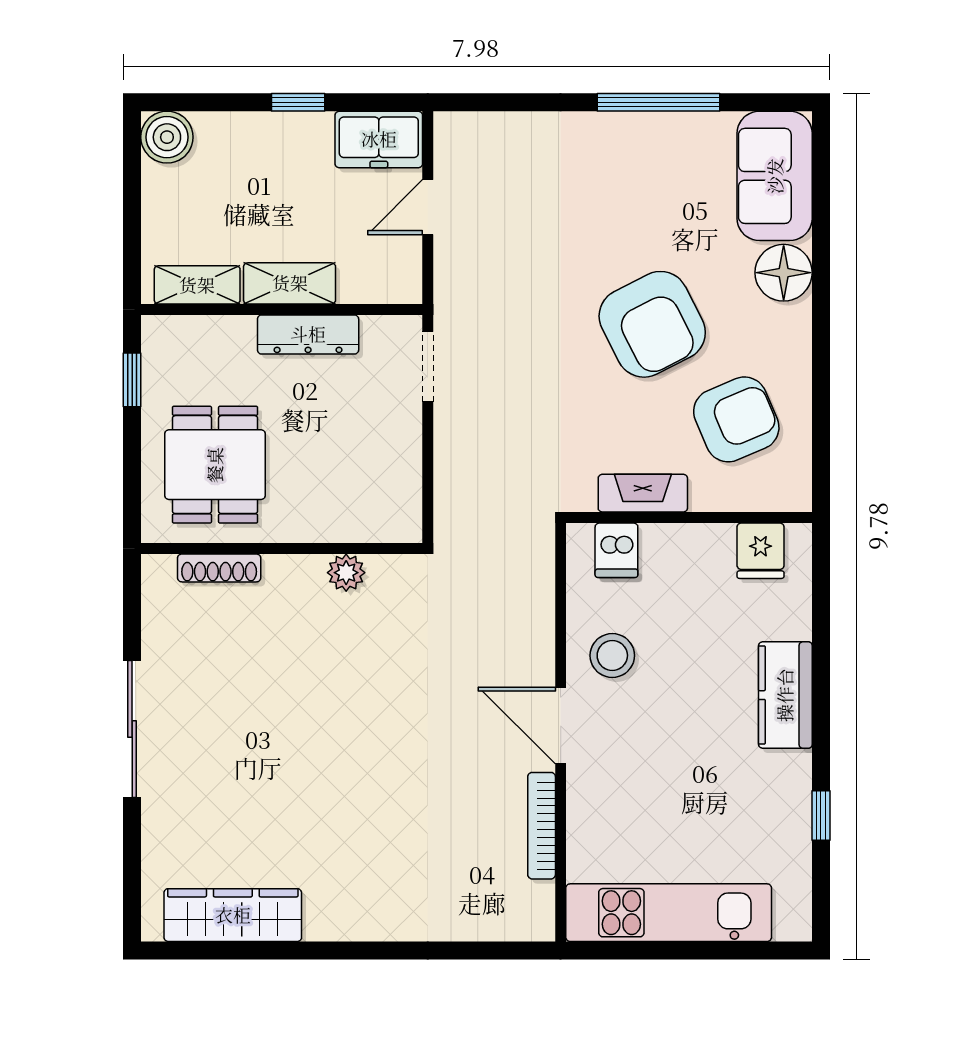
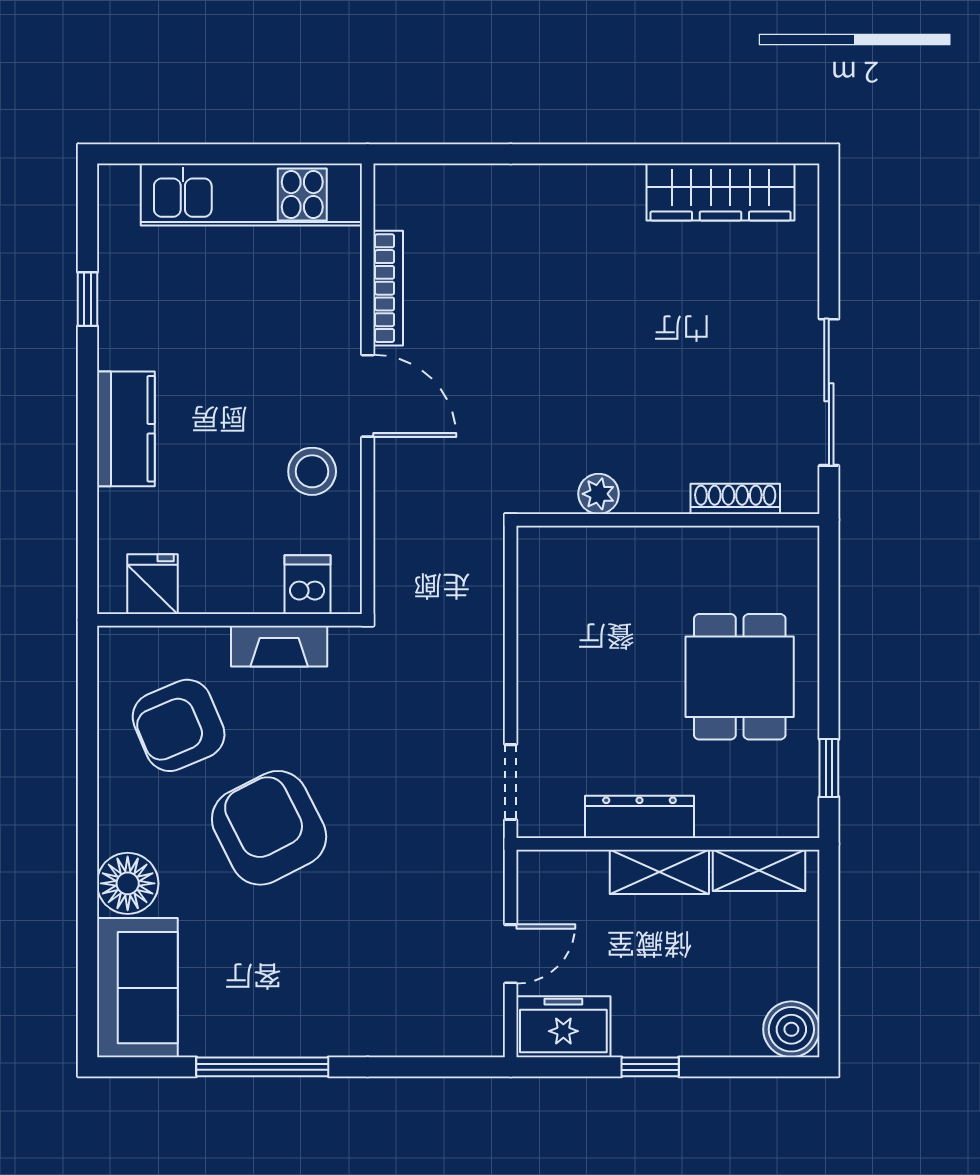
wall: (282, 548) -> (668, 520), moved
shoe rack: (219, 568) -> (735, 499), moved
plant: (346, 573) -> (599, 494), moved

